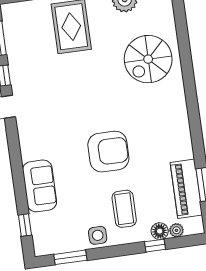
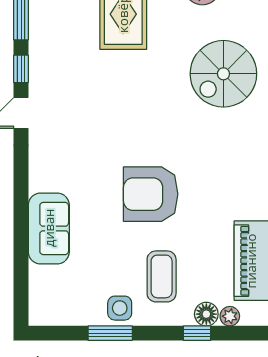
armchair: (108, 152) -> (151, 194), turned 180
window: (25, 225) -> (21, 280), removed
window: (70, 257) -> (110, 333), moved

